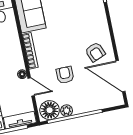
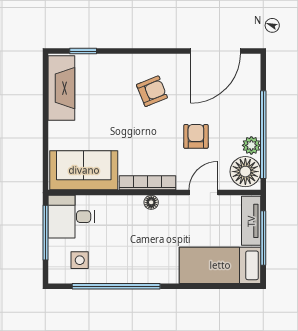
armchair: (95, 52) -> (152, 91), moved
floor lamp: (22, 74) -> (151, 202), moved
armchair: (65, 75) -> (196, 136), turned 90

